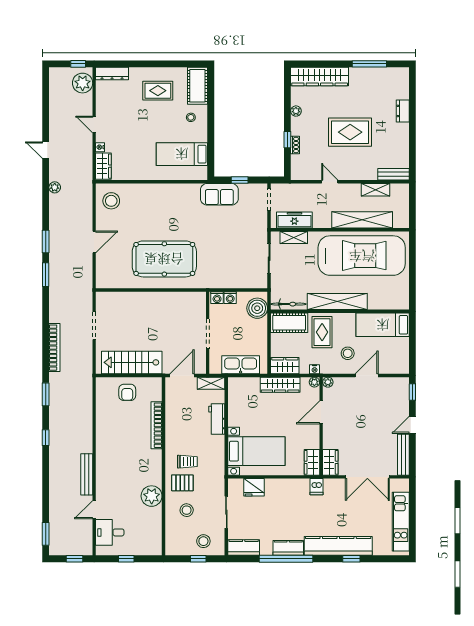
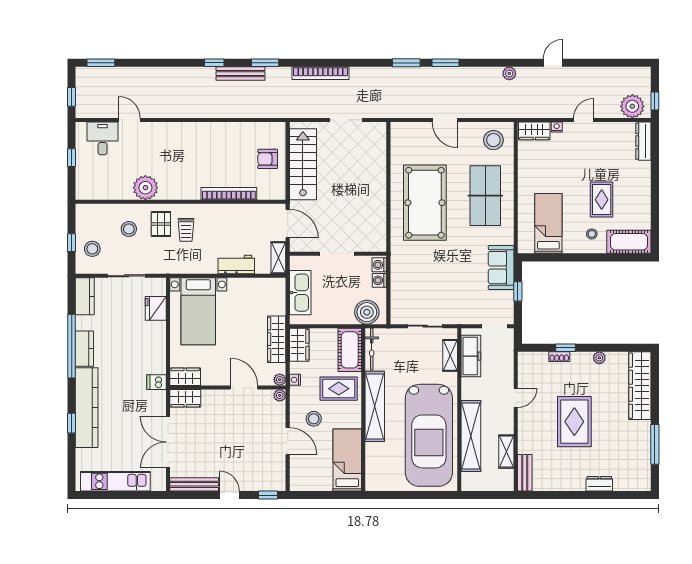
rug: (158, 91) -> (602, 200), moved
table tennis table: (158, 208) -> (485, 196), added
bench: (87, 474) -> (240, 74), moved

